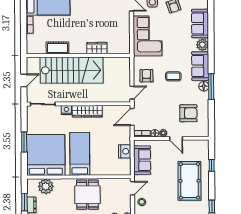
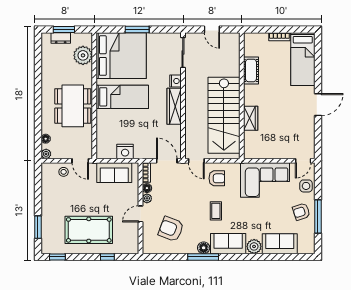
stairs: (72, 70) -> (224, 115), moved
armchair: (188, 113) -> (171, 229), turned 111
dining table: (87, 195) -> (73, 106), width x1.37

